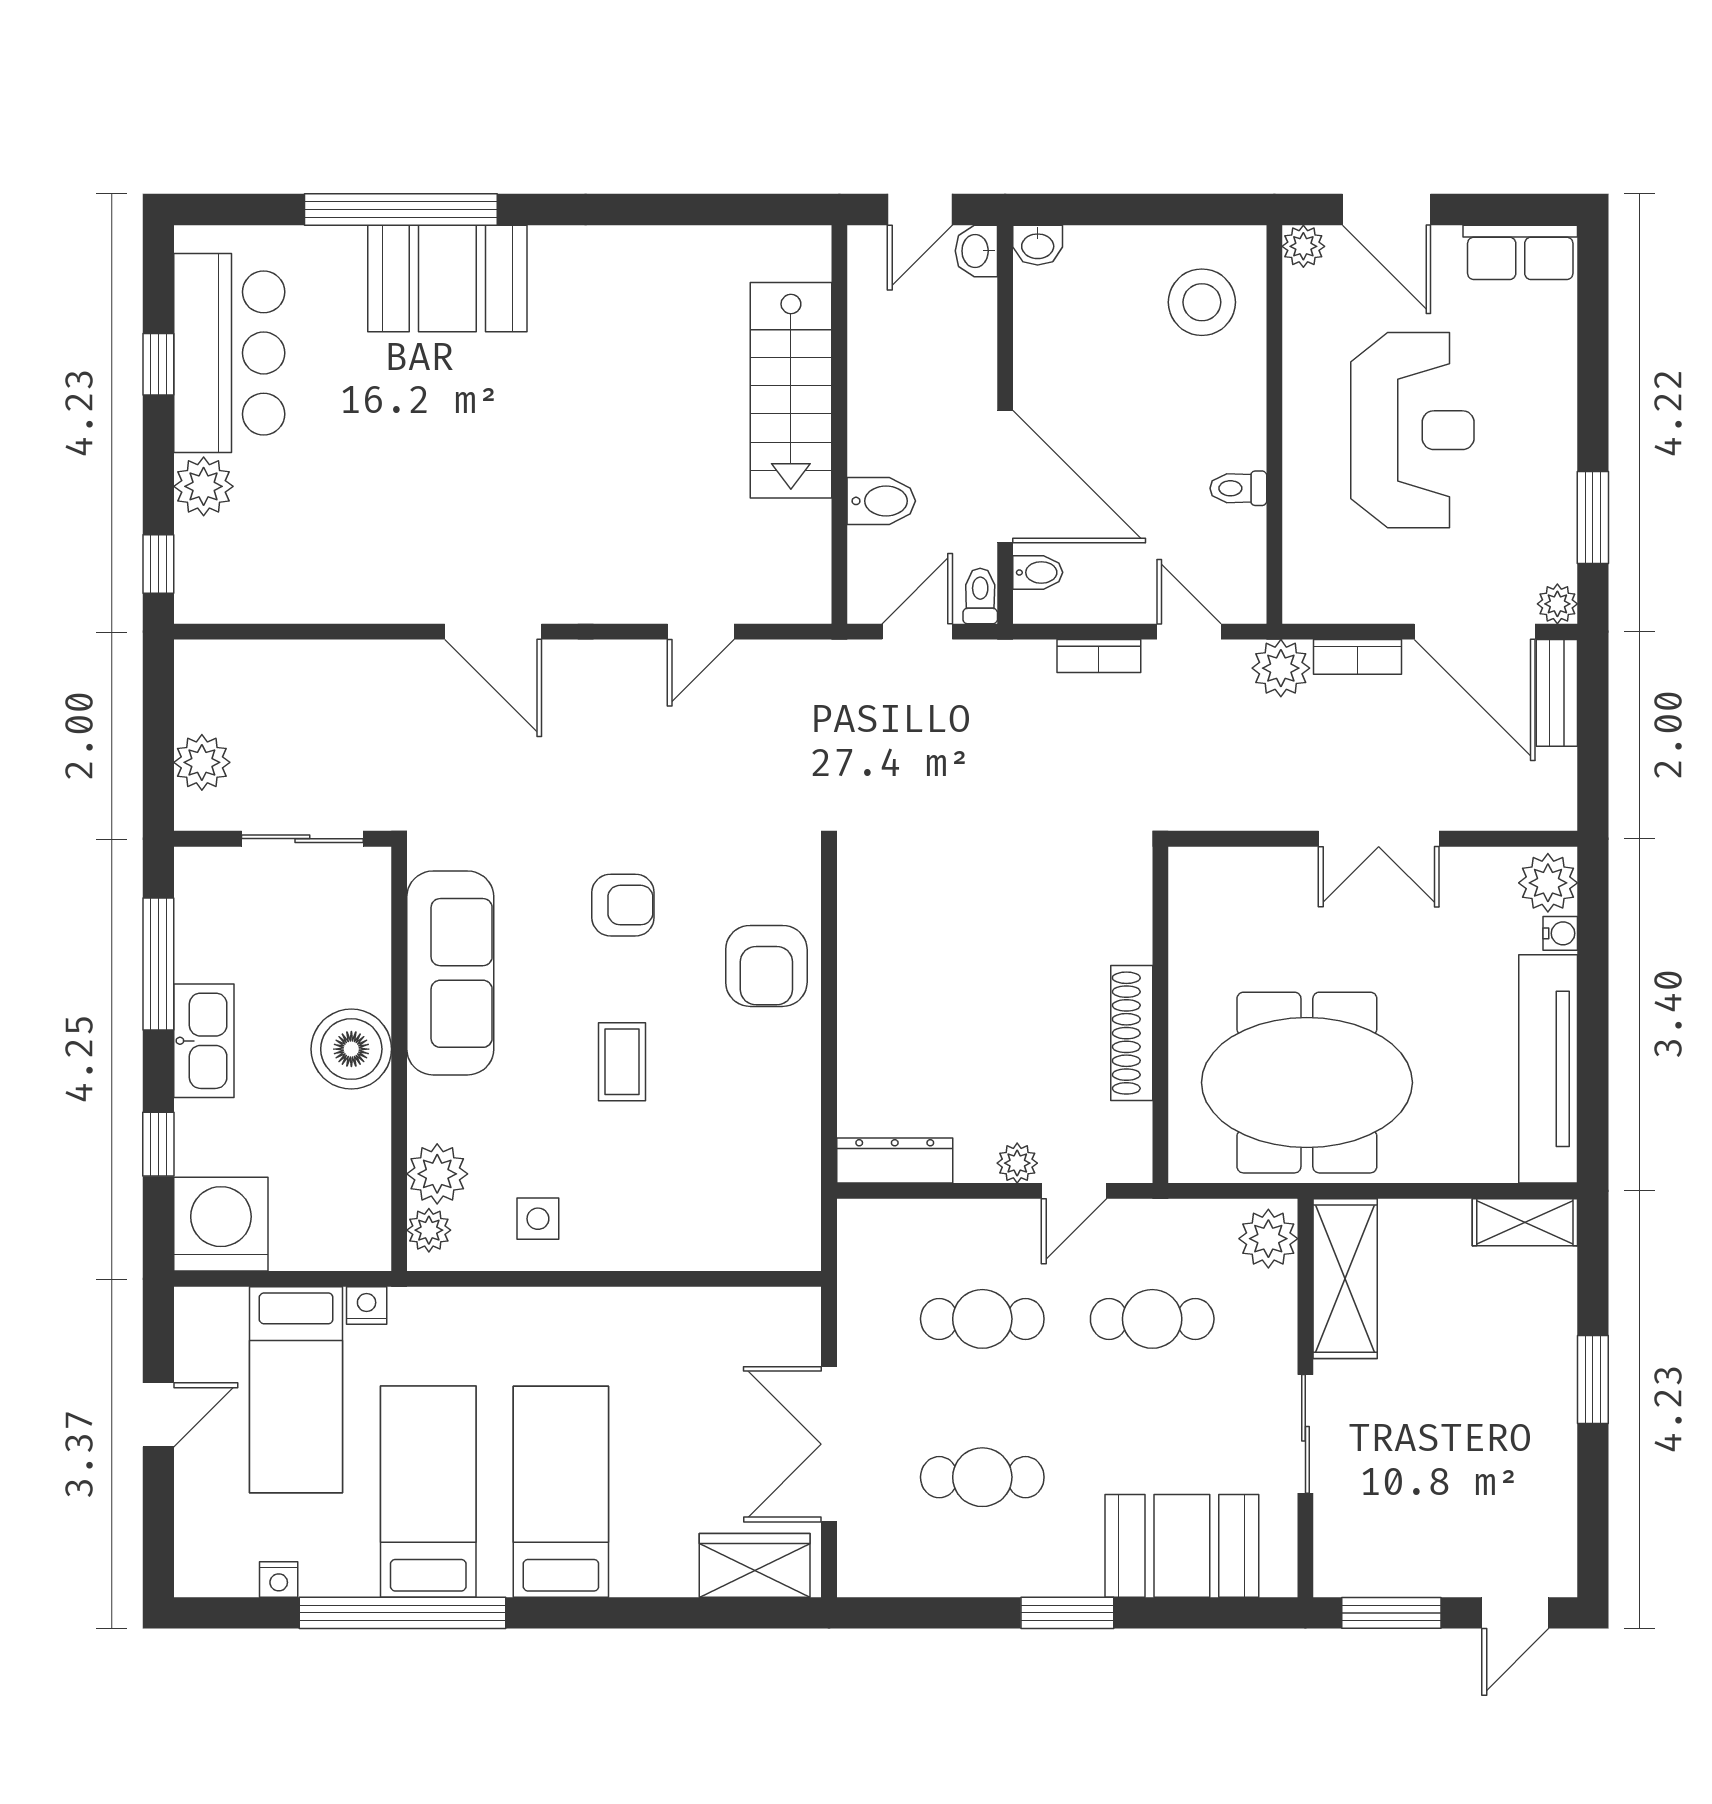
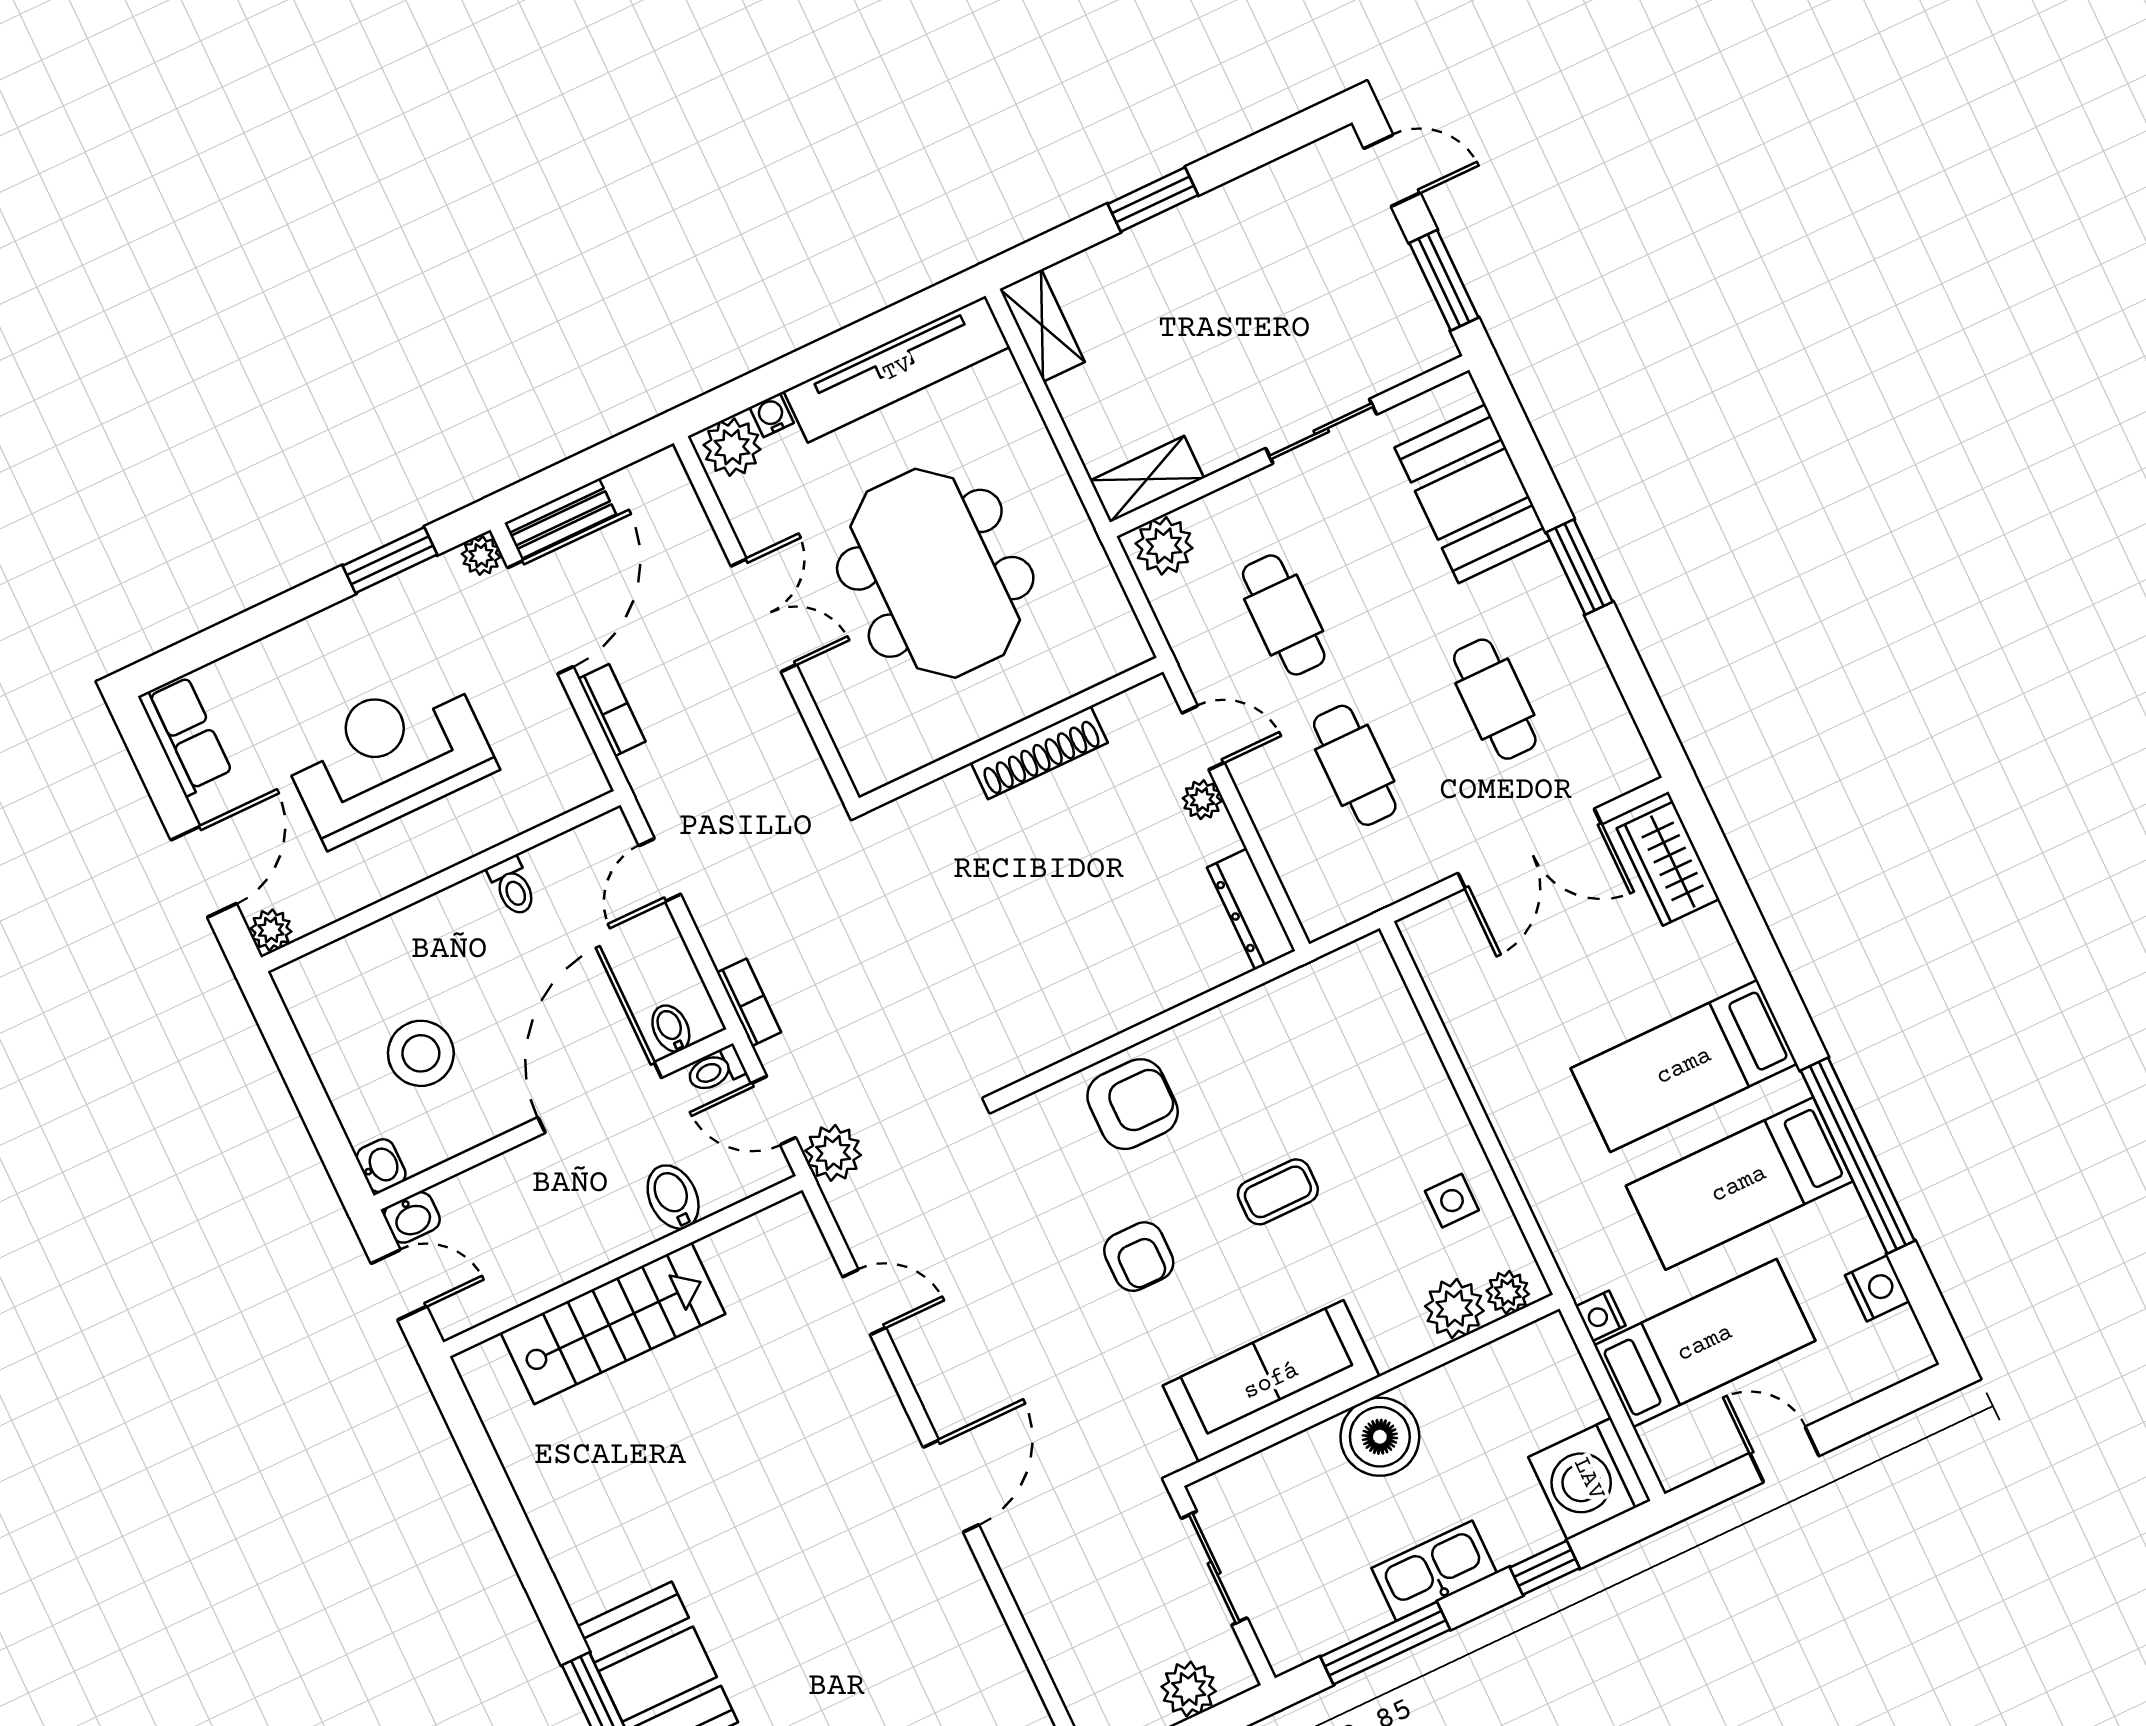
stool: (1202, 302) -> (421, 1053), moved
bookcase: (1099, 656) -> (749, 1002), moved
plant: (1281, 668) -> (833, 1153), moved
armchair: (623, 905) -> (1139, 1257), turned 180
meeting table: (1307, 1083) -> (935, 573), moved
shelving: (1345, 1279) -> (1147, 479), width x0.67, depth x0.75
nightstand: (279, 1580) -> (1877, 1288), width x1.39, depth x1.35

